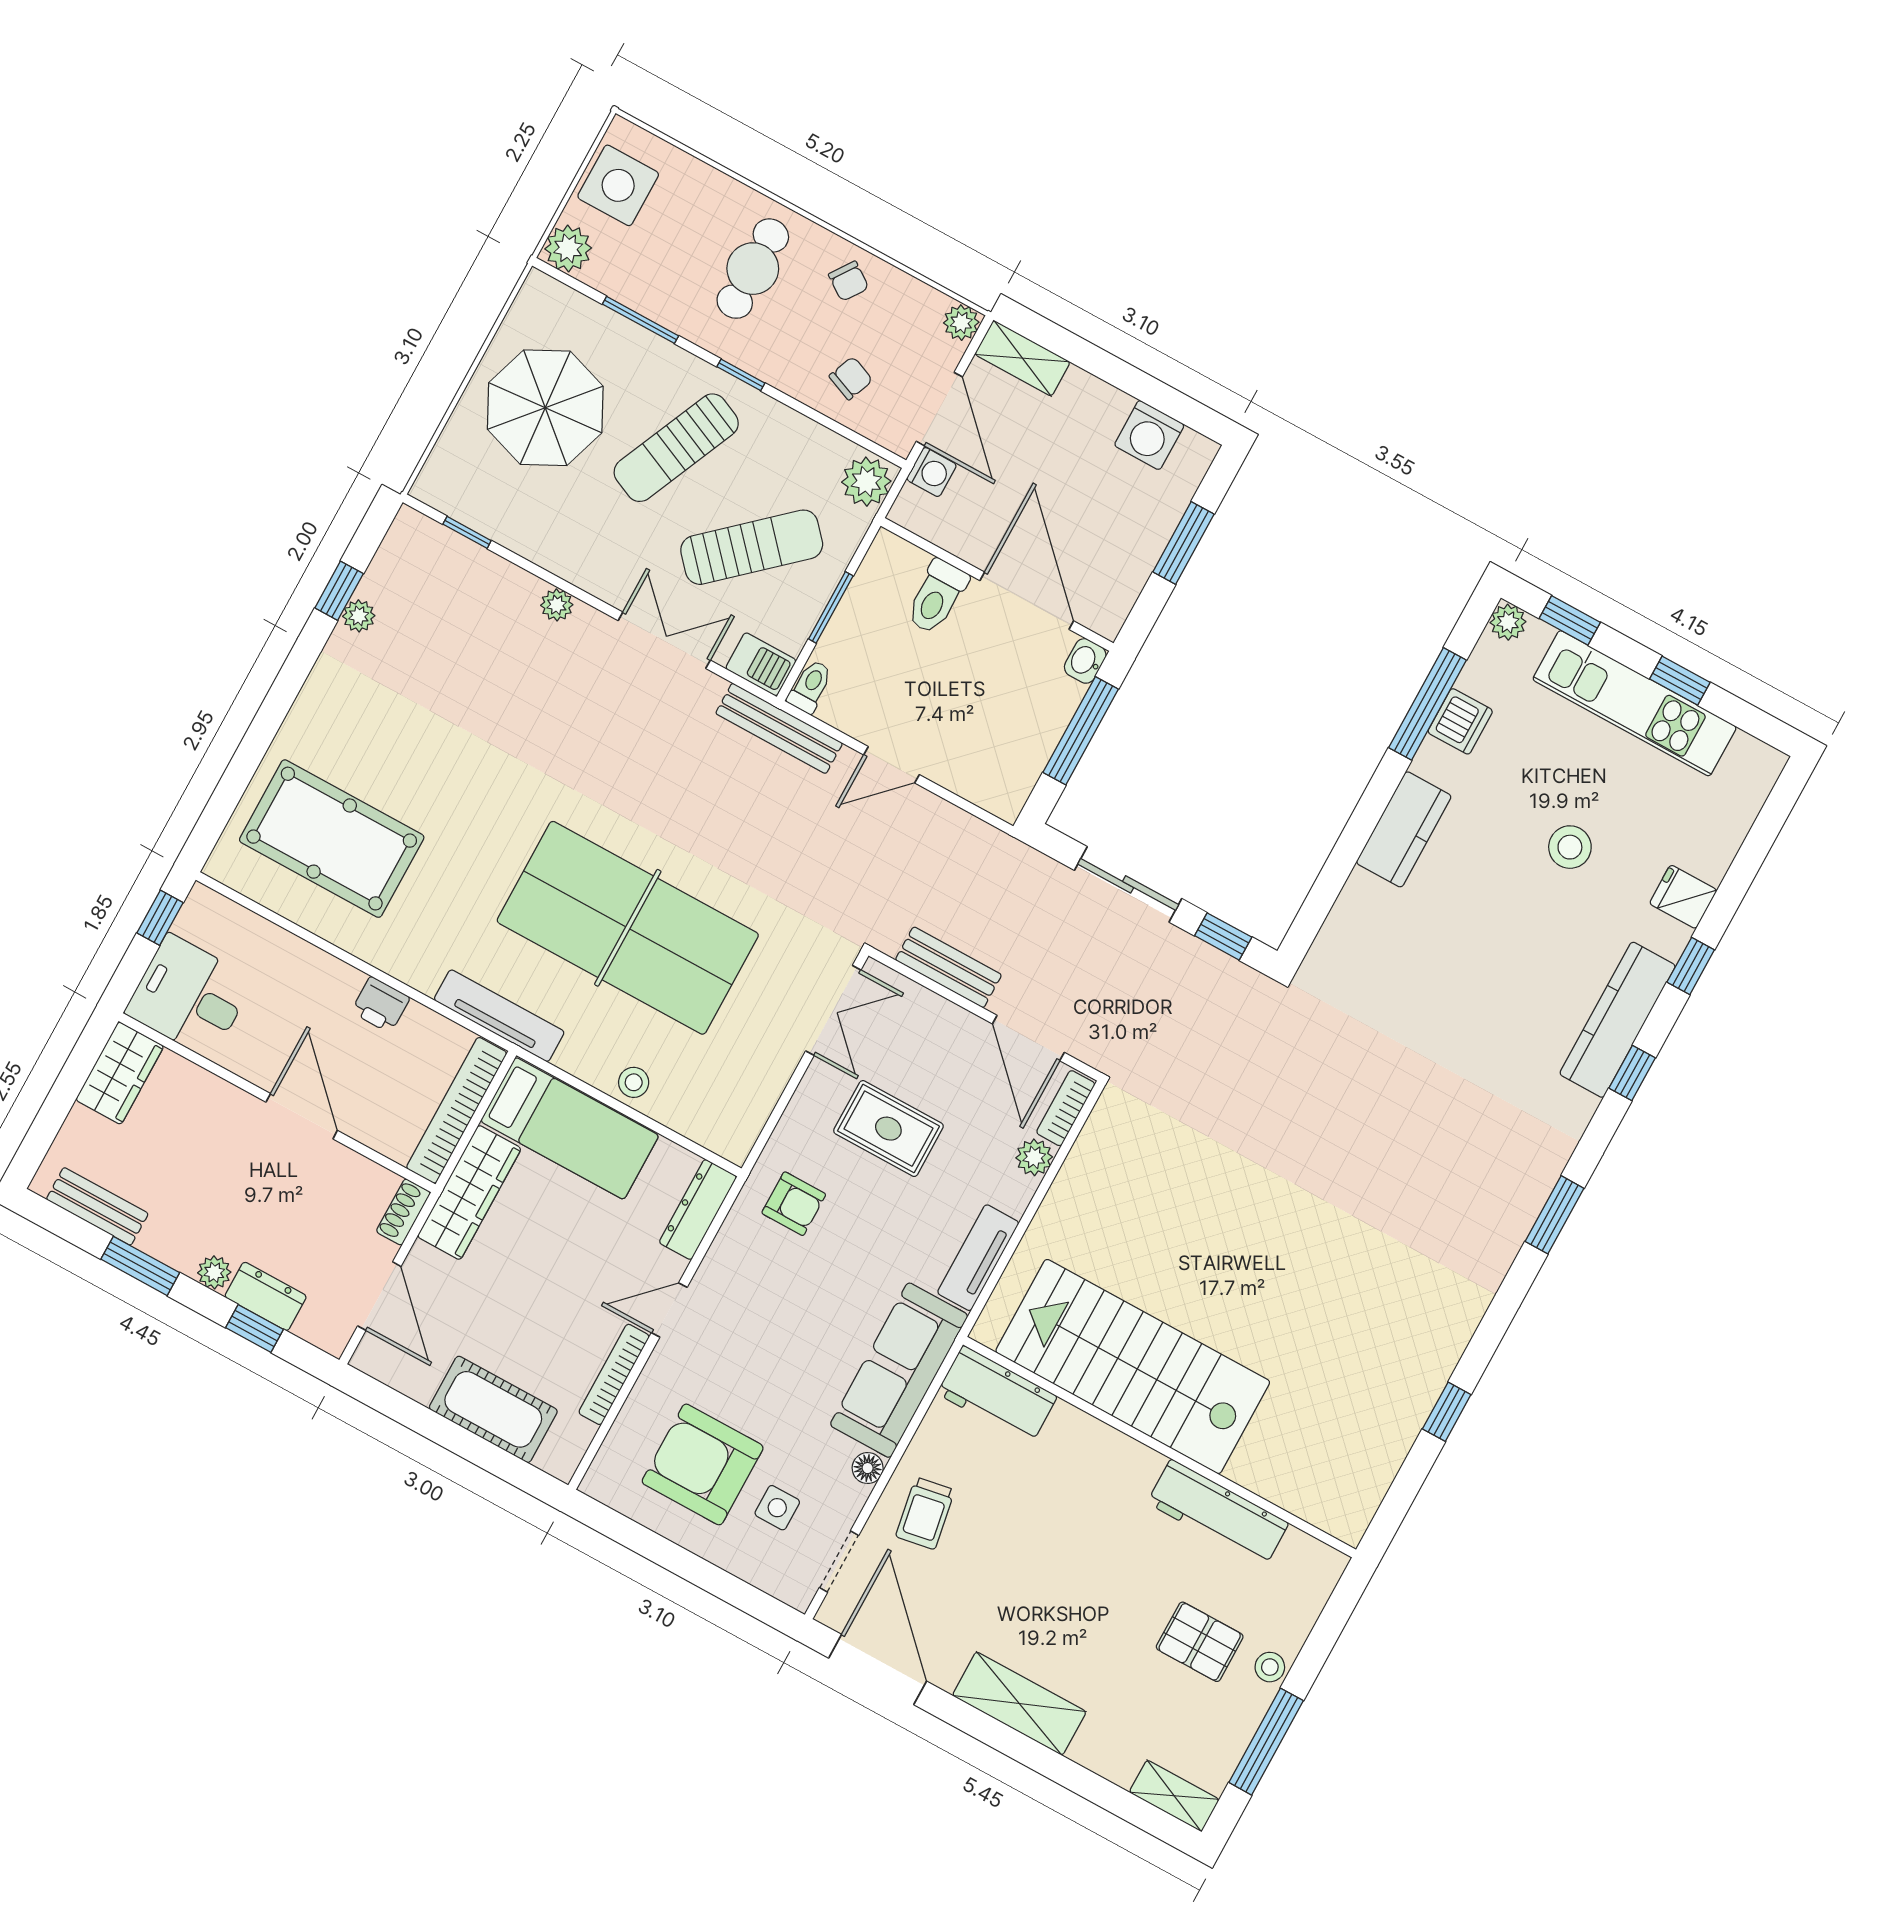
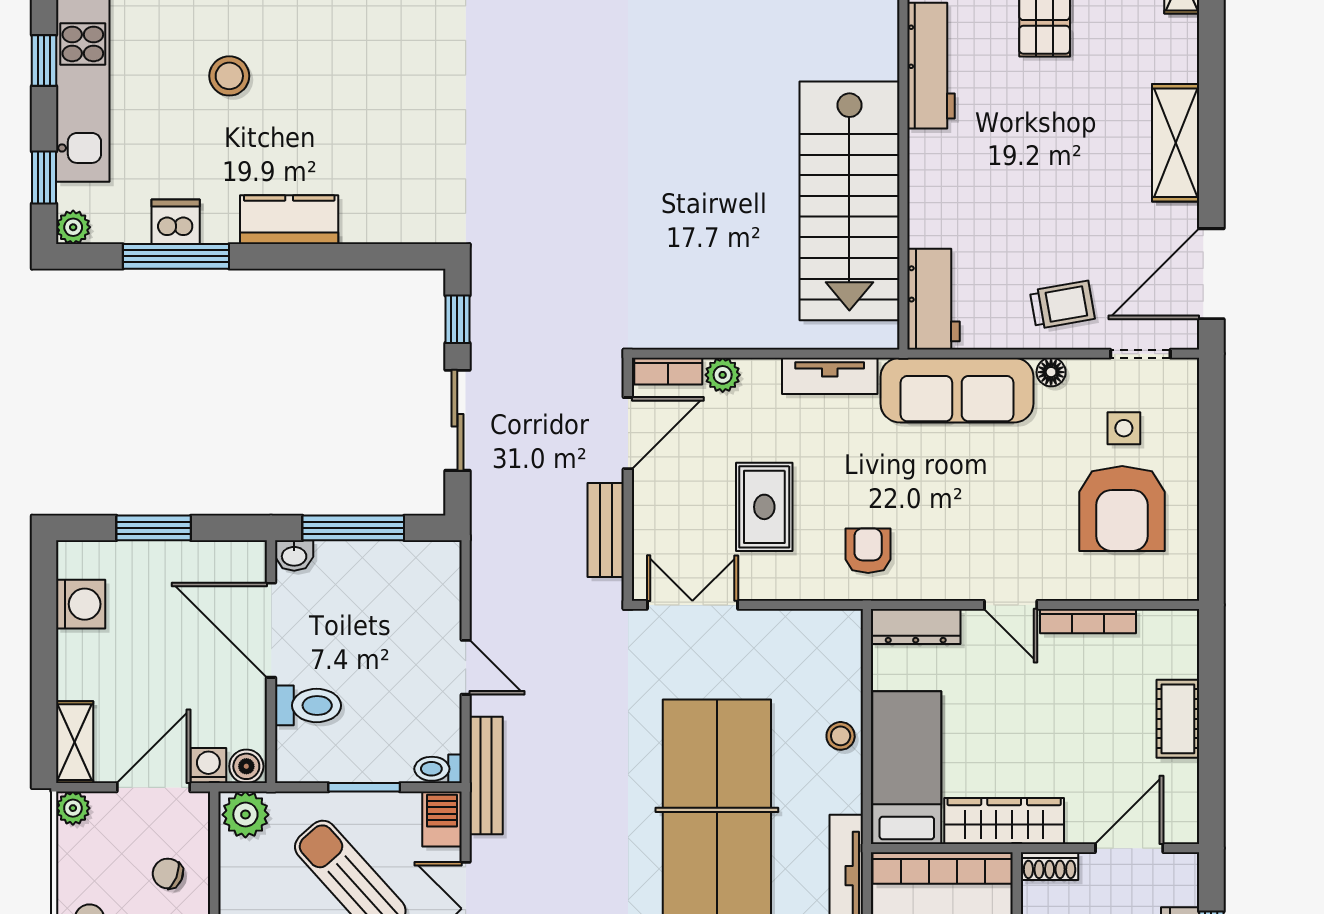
boiler: (911, 507) -> (246, 766), added
door: (1027, 601) -> (271, 630), hinge flipped
cot: (493, 1409) -> (1178, 719), width x0.73, depth x0.75

